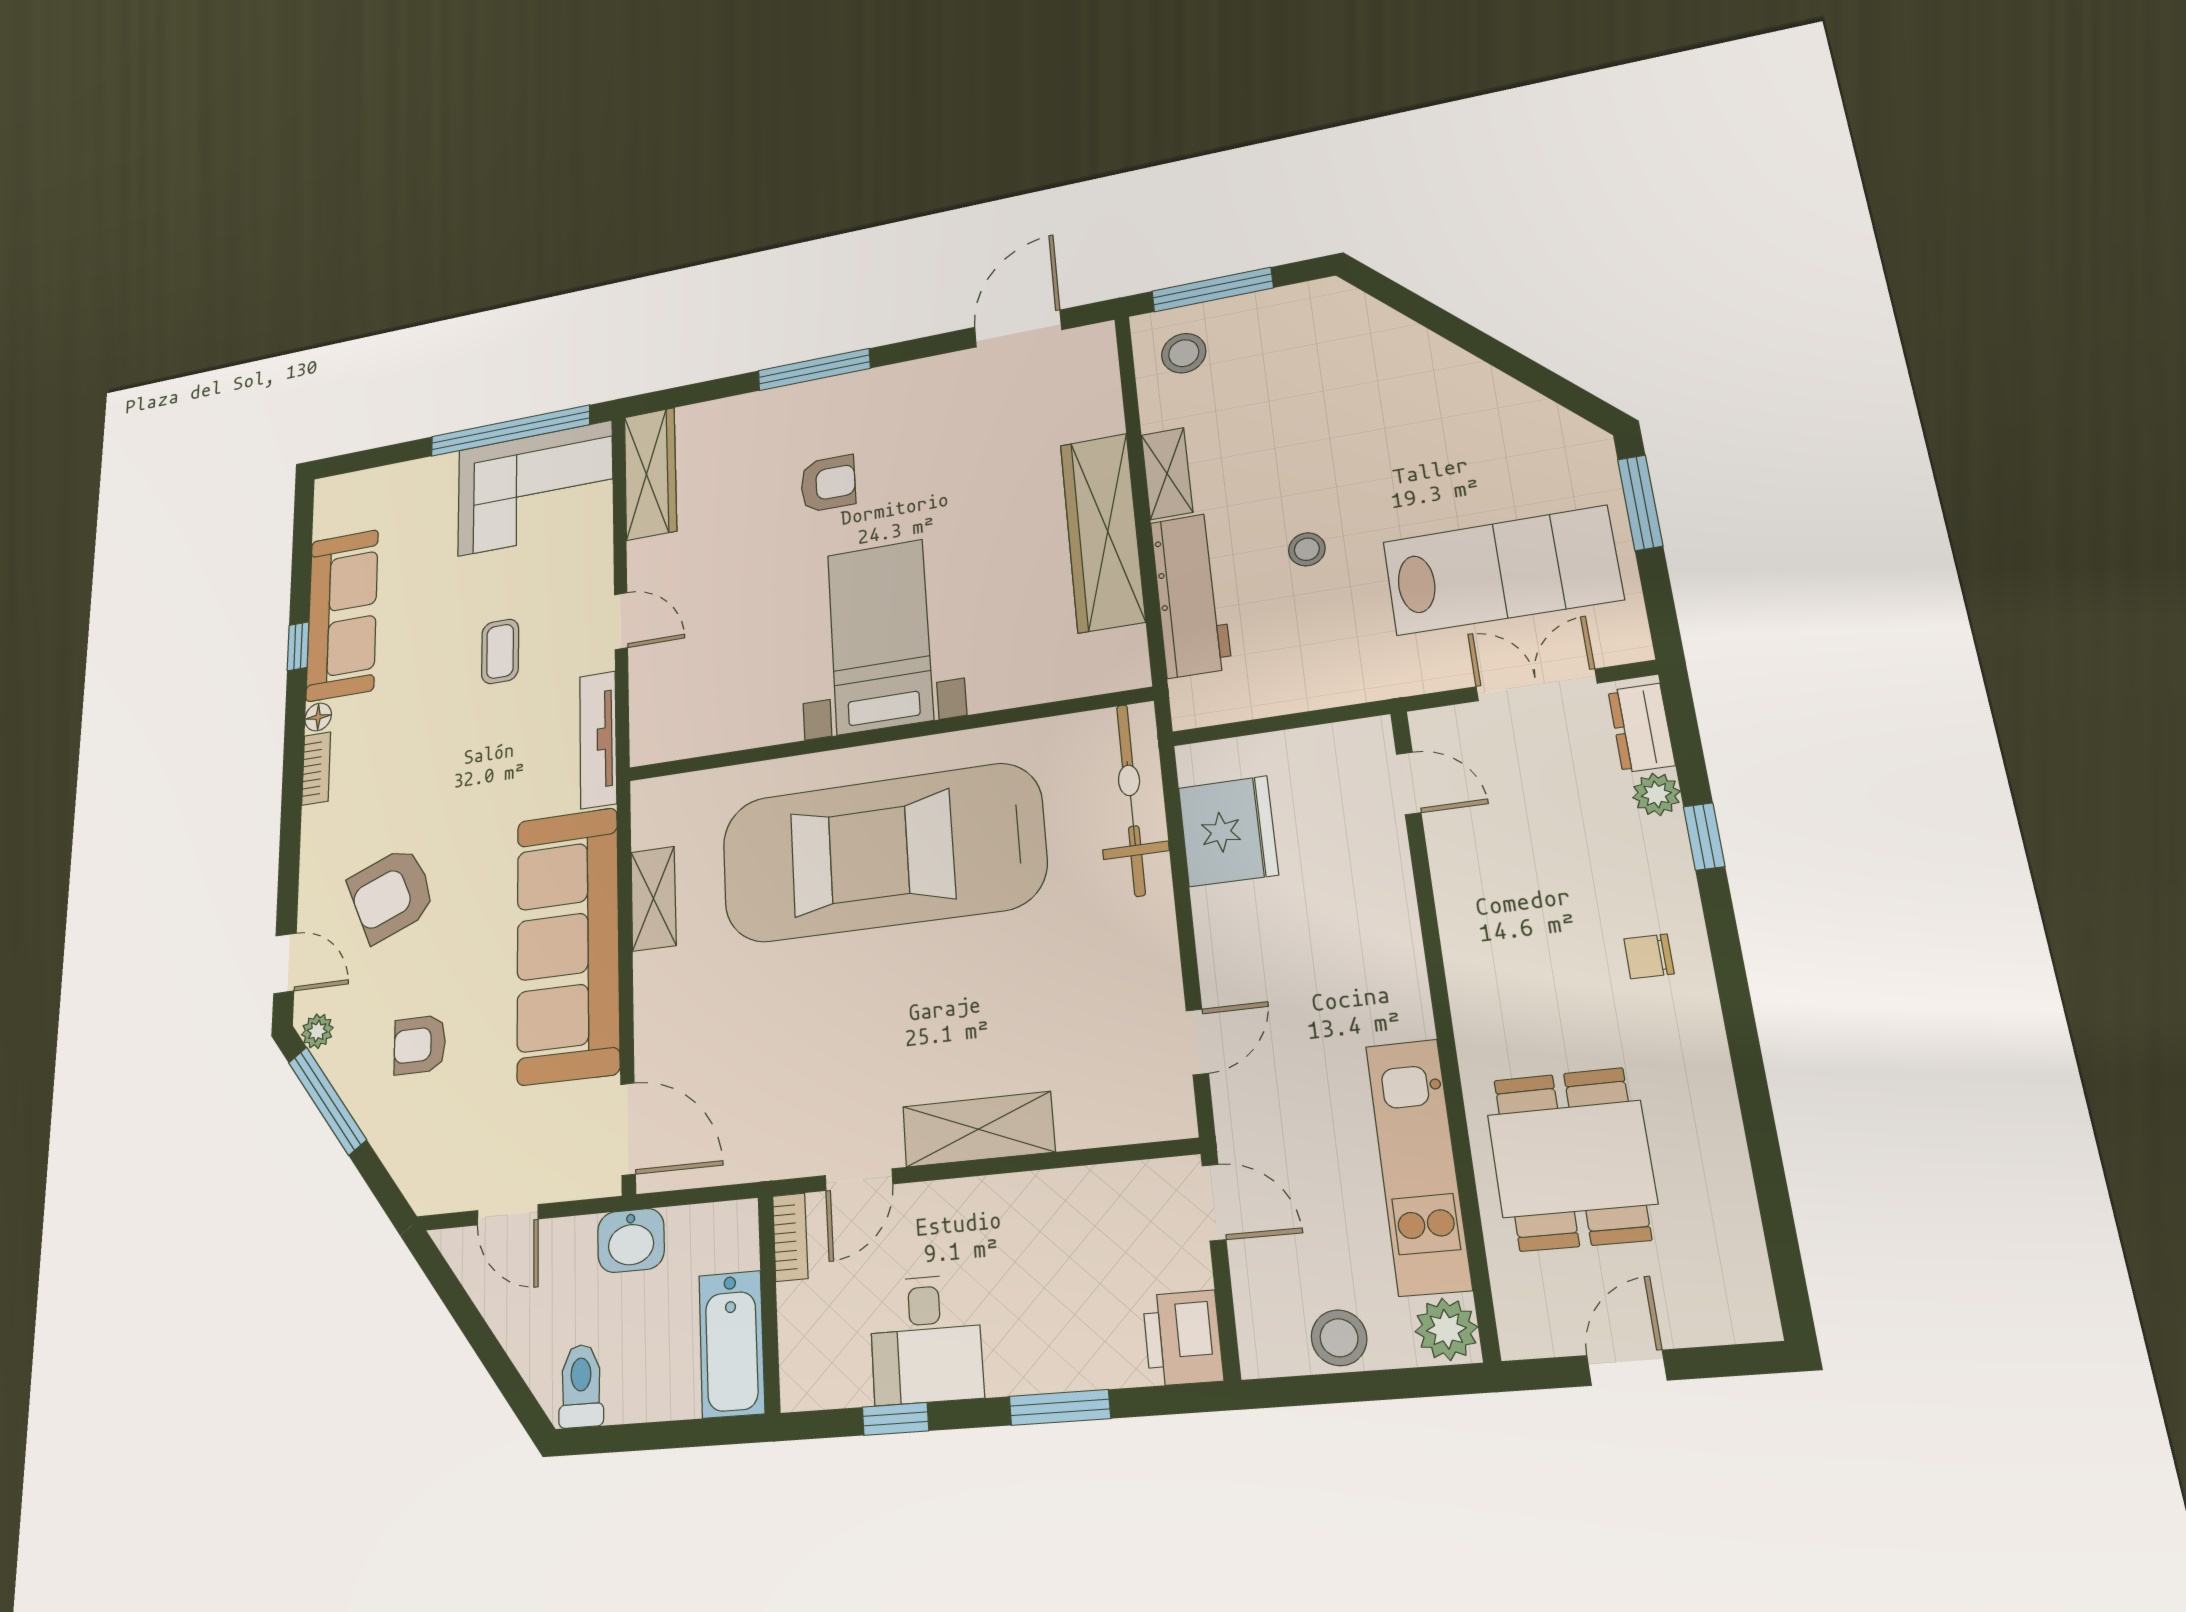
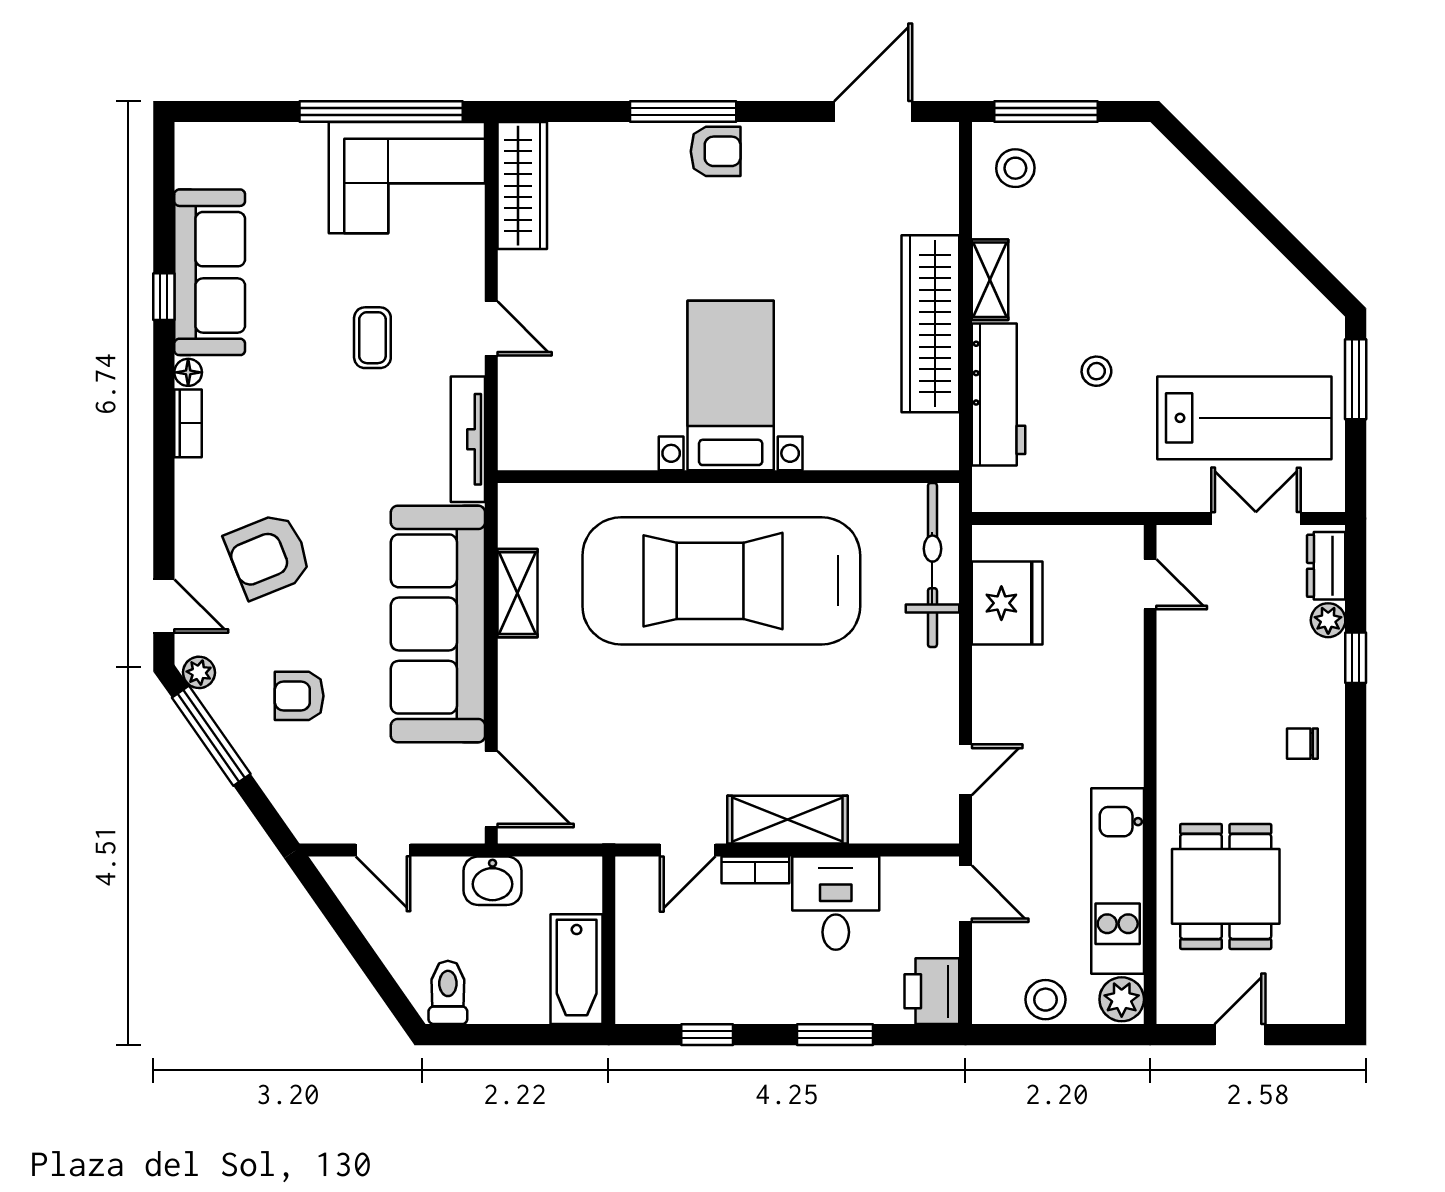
armchair: (828, 484) -> (716, 151), moved
bookcase: (790, 1237) -> (755, 870), moved, turned 90
desk: (926, 1339) -> (836, 903), moved, turned 180

